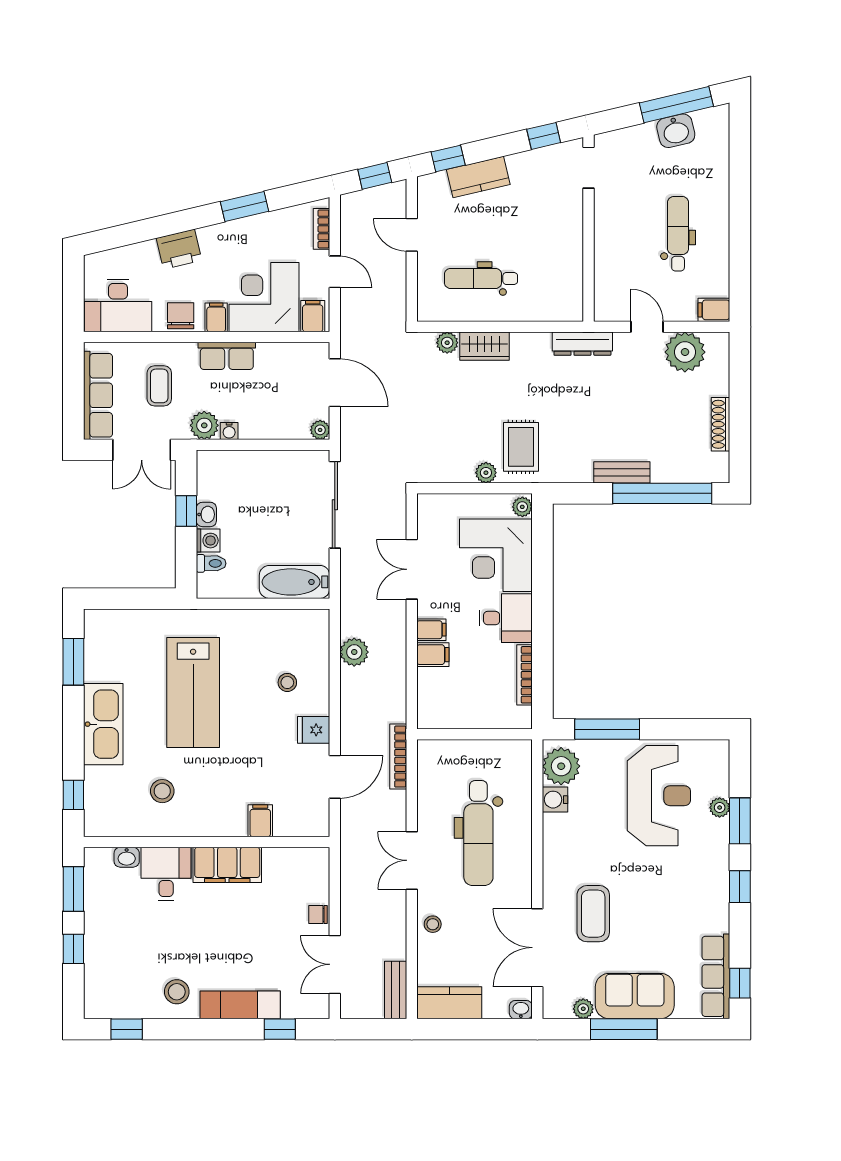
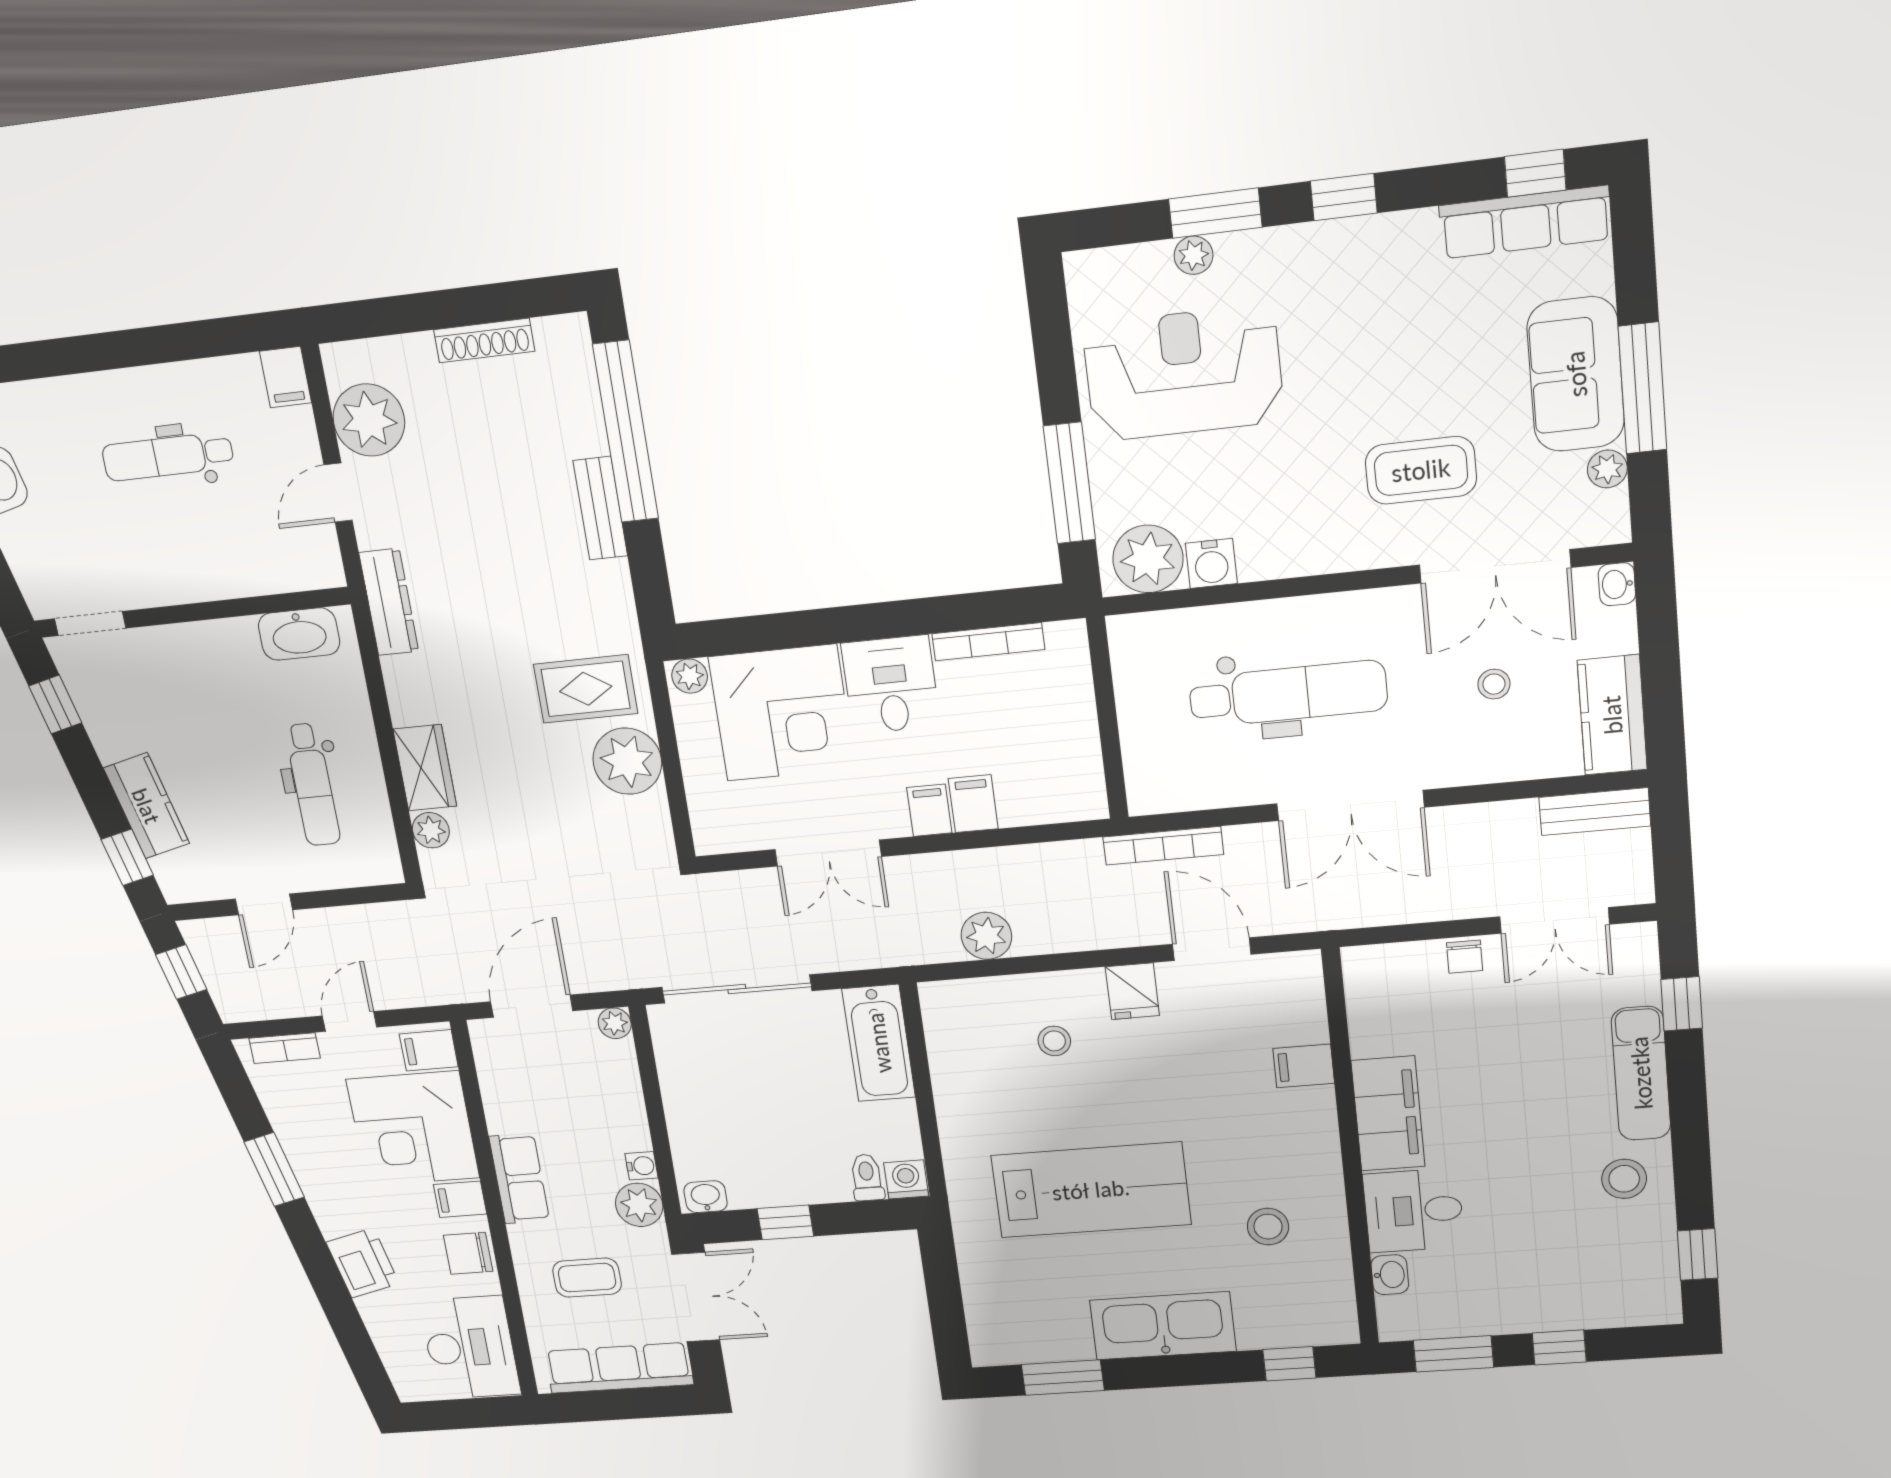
washbasin: (570, 288) -> (299, 634), added
plant: (486, 473) -> (627, 761), width x1.88, depth x1.88
washbasin: (206, 514) -> (706, 1197), moved
washing machine: (208, 541) -> (906, 1179), moved
double door: (412, 860) -> (1350, 805), width x1.37
stool: (433, 924) -> (1494, 684), moved

